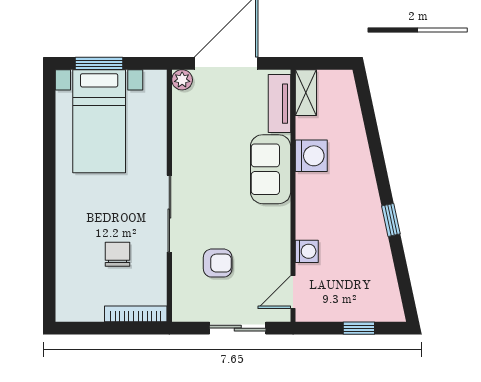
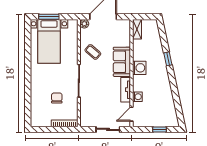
tv unit: (279, 104) -> (126, 90), moved
coffee table: (202, 146) -> (93, 52), added
washing machine: (311, 156) -> (139, 68), moved
window: (391, 220) -> (168, 59), moved
armchair: (218, 263) -> (99, 102), removed

